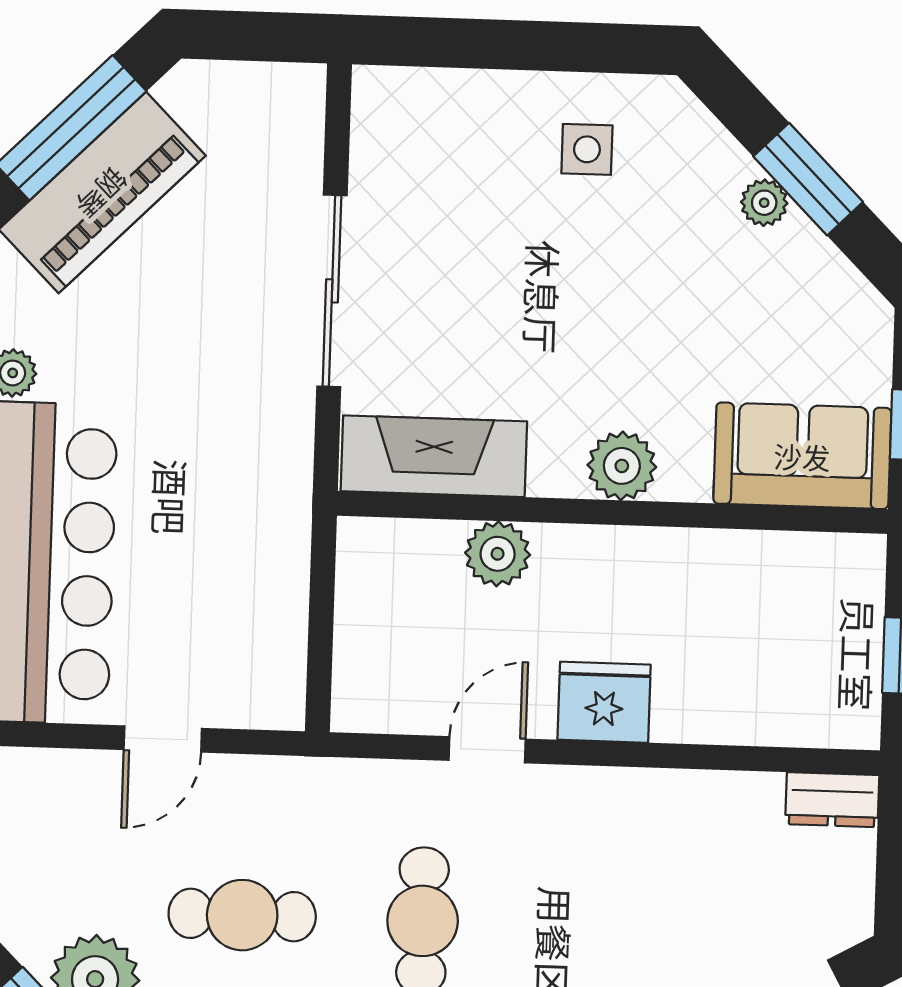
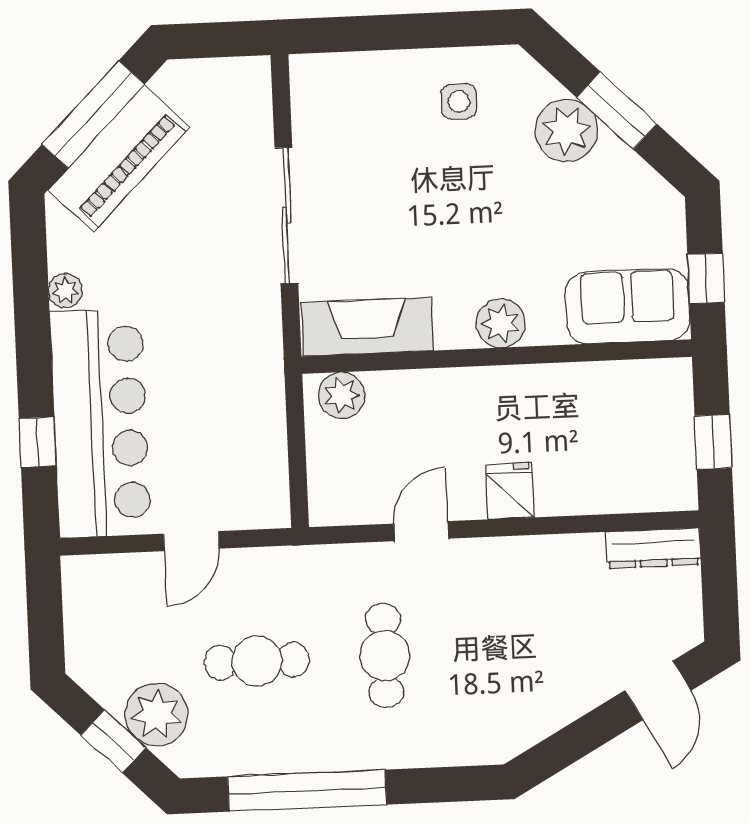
plant: (764, 203) -> (566, 130), width x1.88, depth x1.88
plant: (498, 554) -> (342, 395), moved
fridge: (604, 702) -> (510, 491), width x0.72
dresser: (832, 800) -> (653, 548), width x1.44

